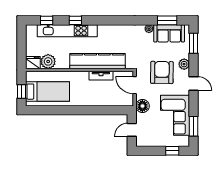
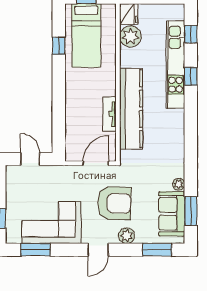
floor lamp: (142, 106) -> (65, 175), removed
window: (55, 110) -> (59, 46), added

